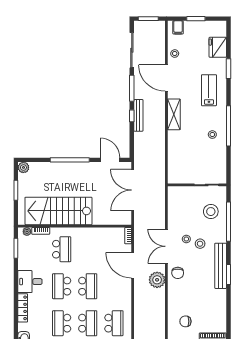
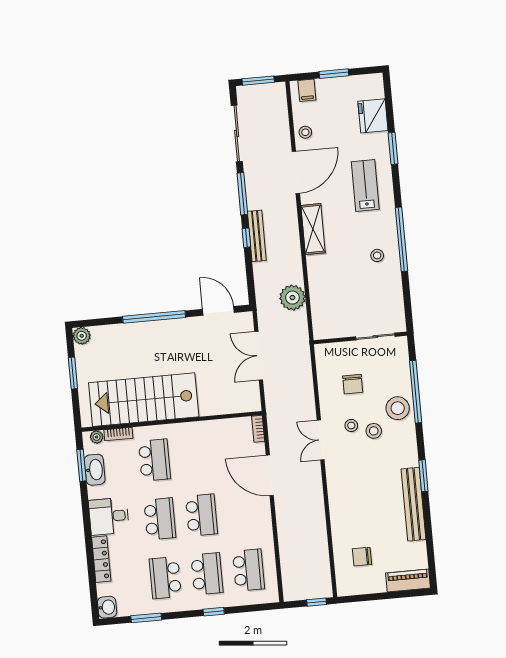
door: (166, 78) -> (296, 172), swing flipped
double door: (133, 190) -> (259, 356), width x0.73
stool: (211, 212) -> (398, 408), moved
double door: (166, 246) -> (321, 440), width x0.73
washbasin: (24, 252) -> (95, 470), added
bench: (221, 266) -> (414, 504), moved
chair: (178, 273) -> (353, 384), moved
plant: (157, 280) -> (292, 298), moved
school desk: (62, 286) -> (160, 519), turned 180

